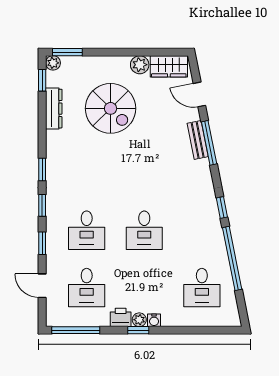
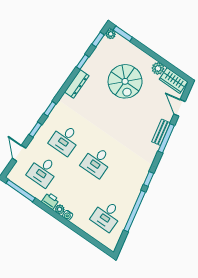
dresser: (54, 109) -> (77, 84), moved
window: (42, 170) -> (82, 62), moved
window: (138, 330) -> (55, 215), removed

